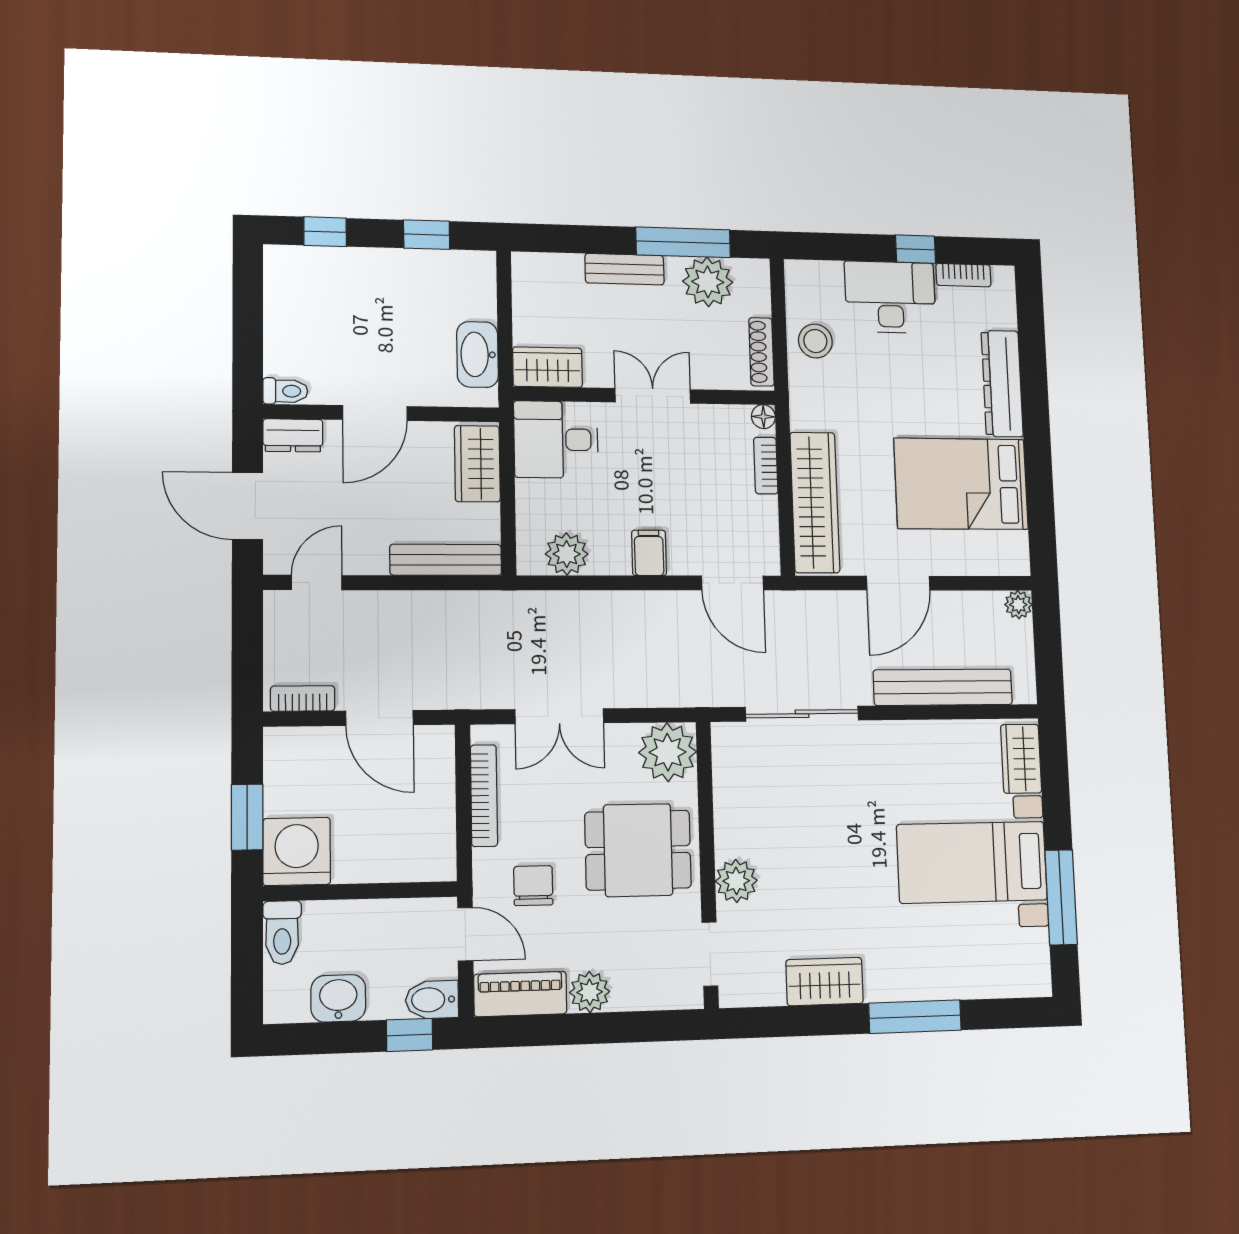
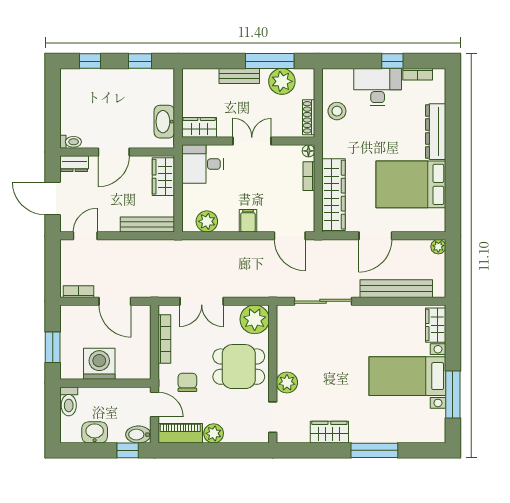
washing machine: (297, 851) -> (99, 364), moved

